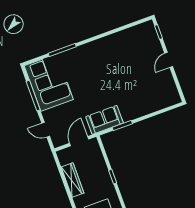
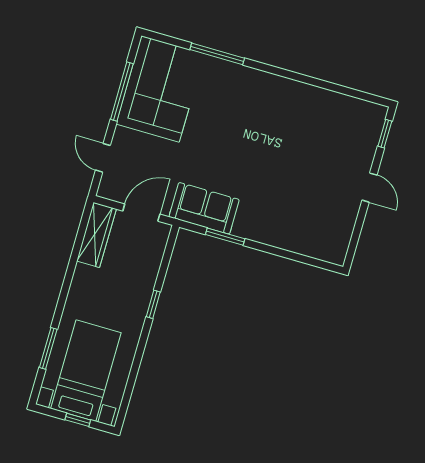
door: (169, 60) -> (369, 188), swing flipped
wardrobe: (72, 180) -> (96, 235), moved

